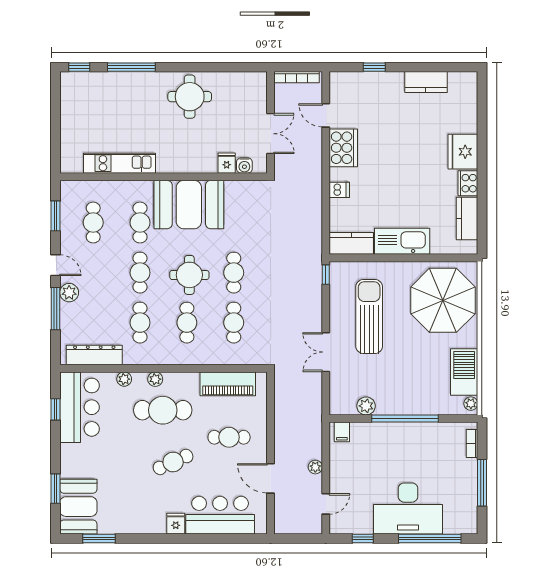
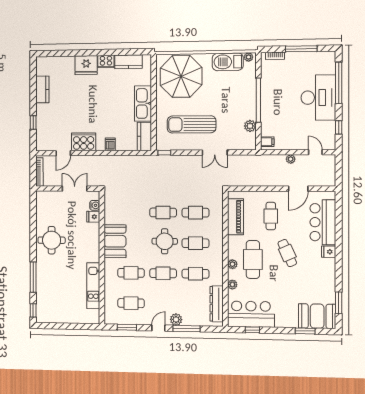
booth: (189, 205) -> (115, 241), width x0.73, depth x0.70

